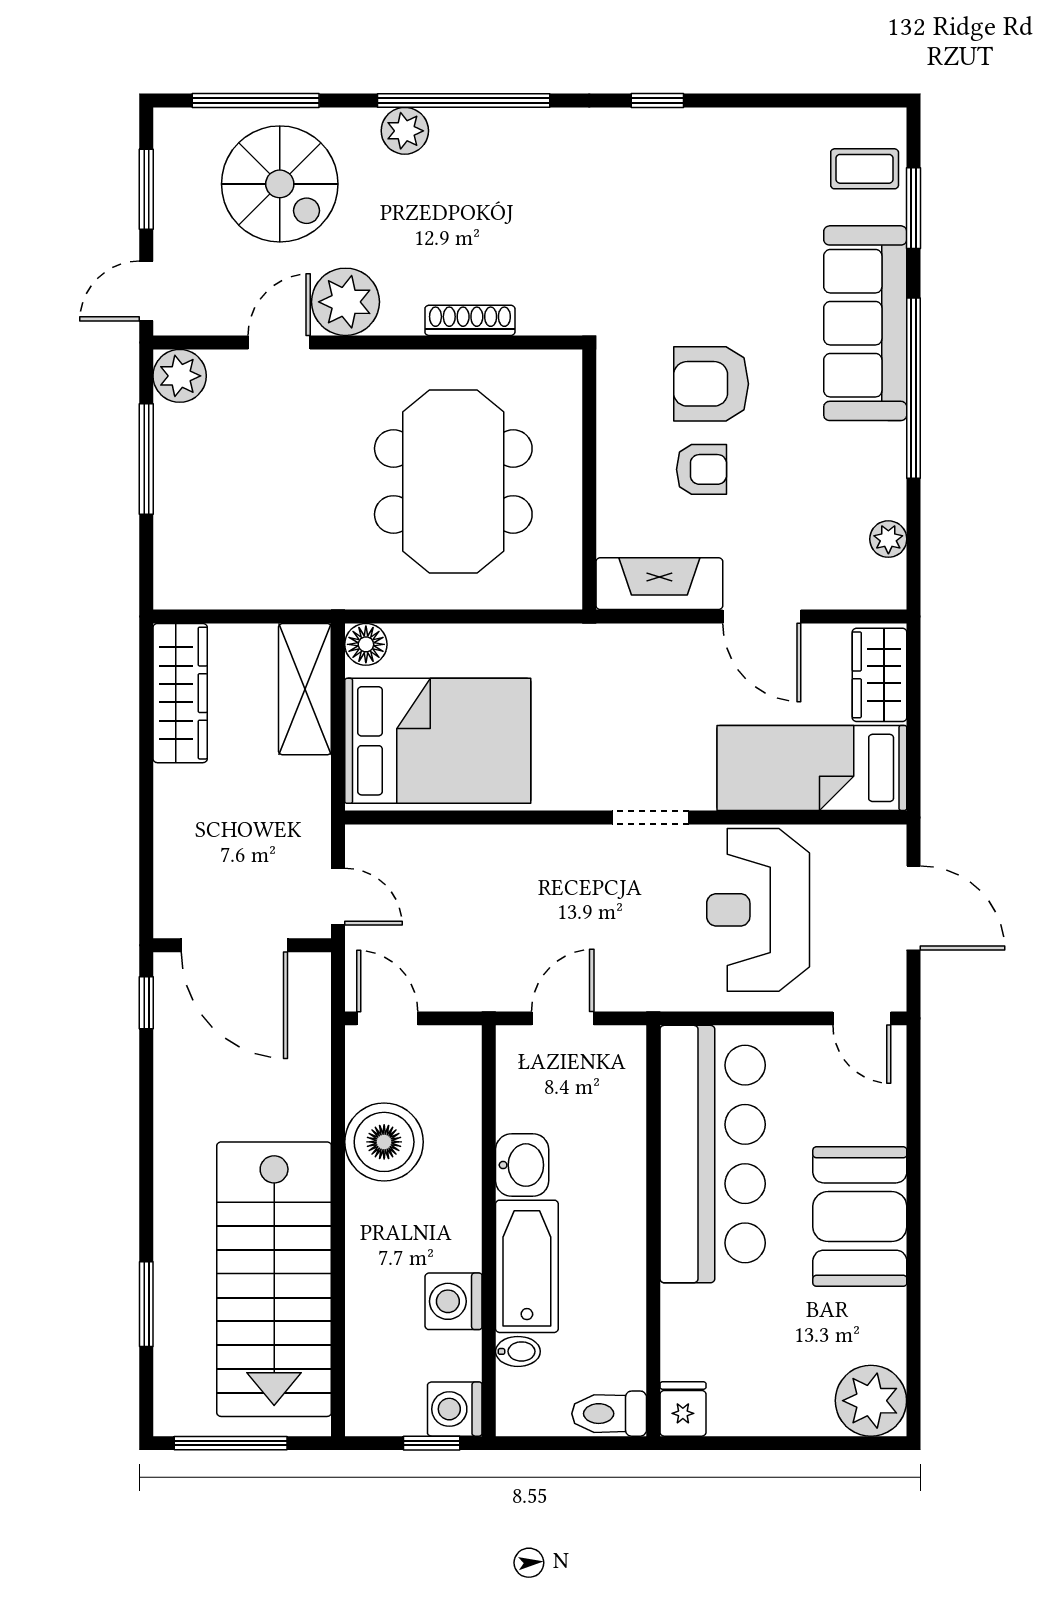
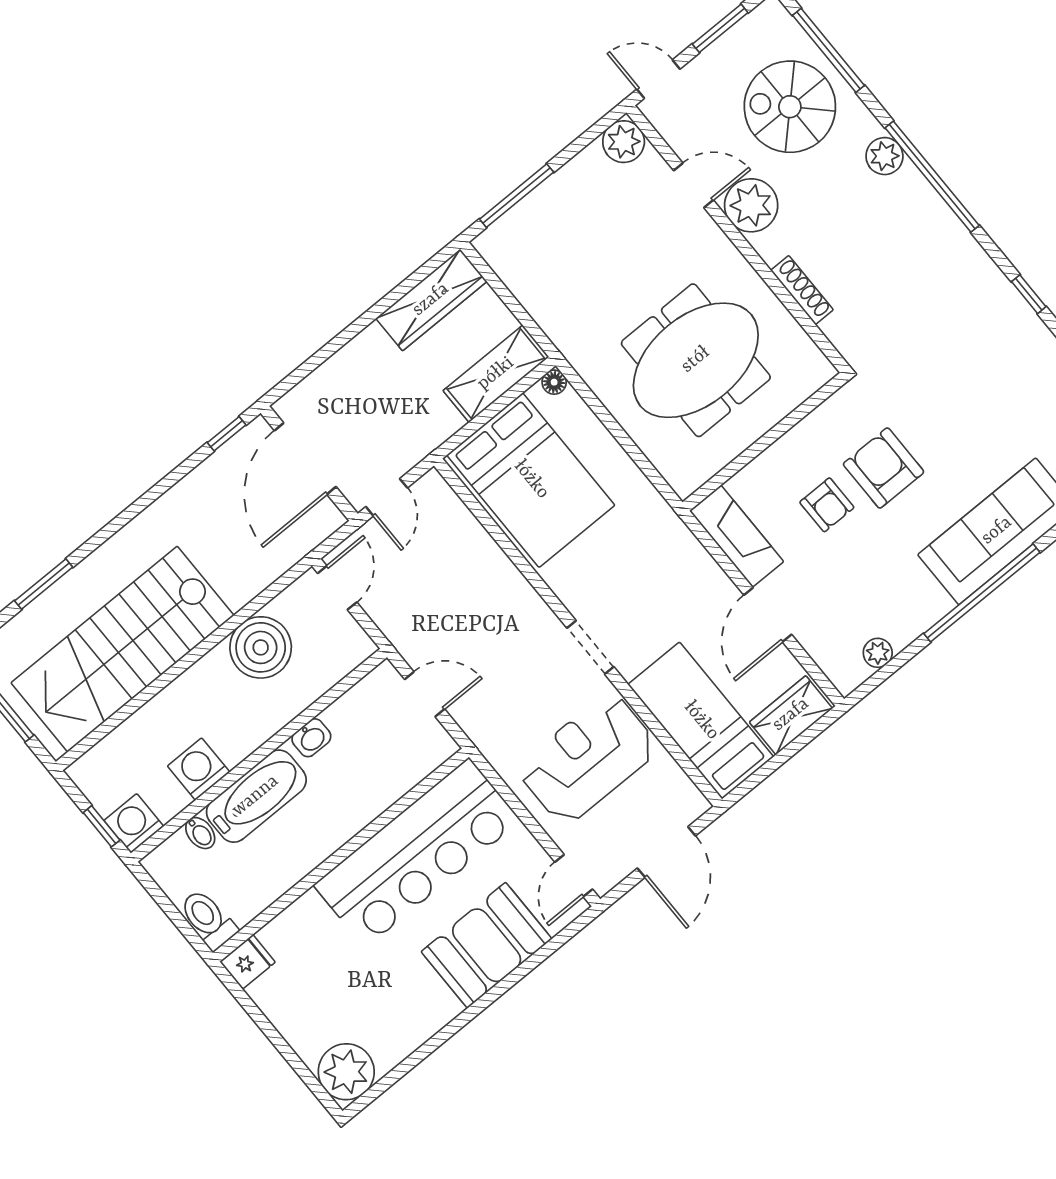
spiral stairs: (280, 184) -> (790, 107), turned 90
window: (146, 459) -> (517, 196), moved
floor lamp: (366, 644) -> (554, 382), width x0.73, depth x0.73
washbasin: (522, 1165) -> (311, 738), width x0.72, depth x0.69
booth: (860, 1217) -> (487, 945), moved

